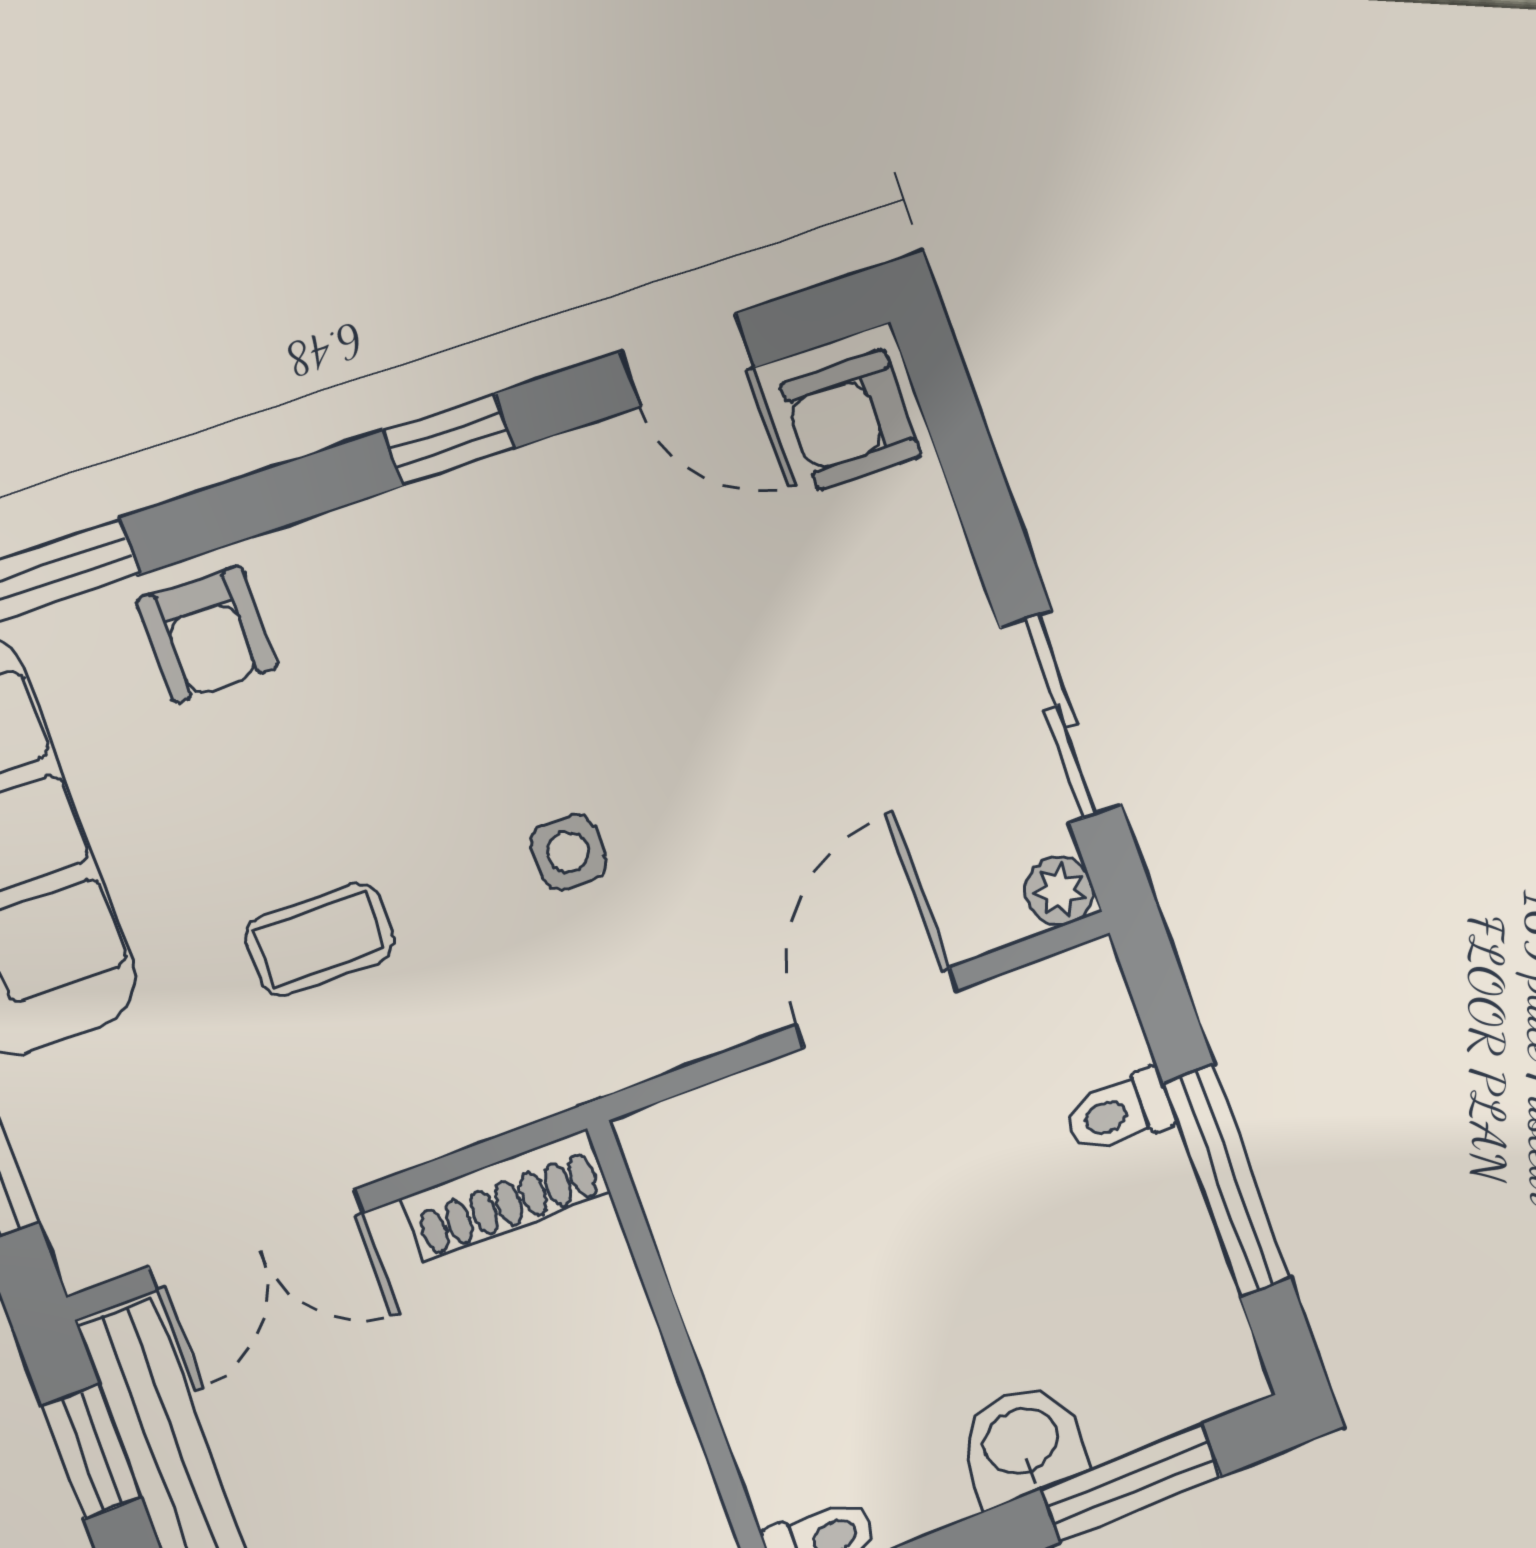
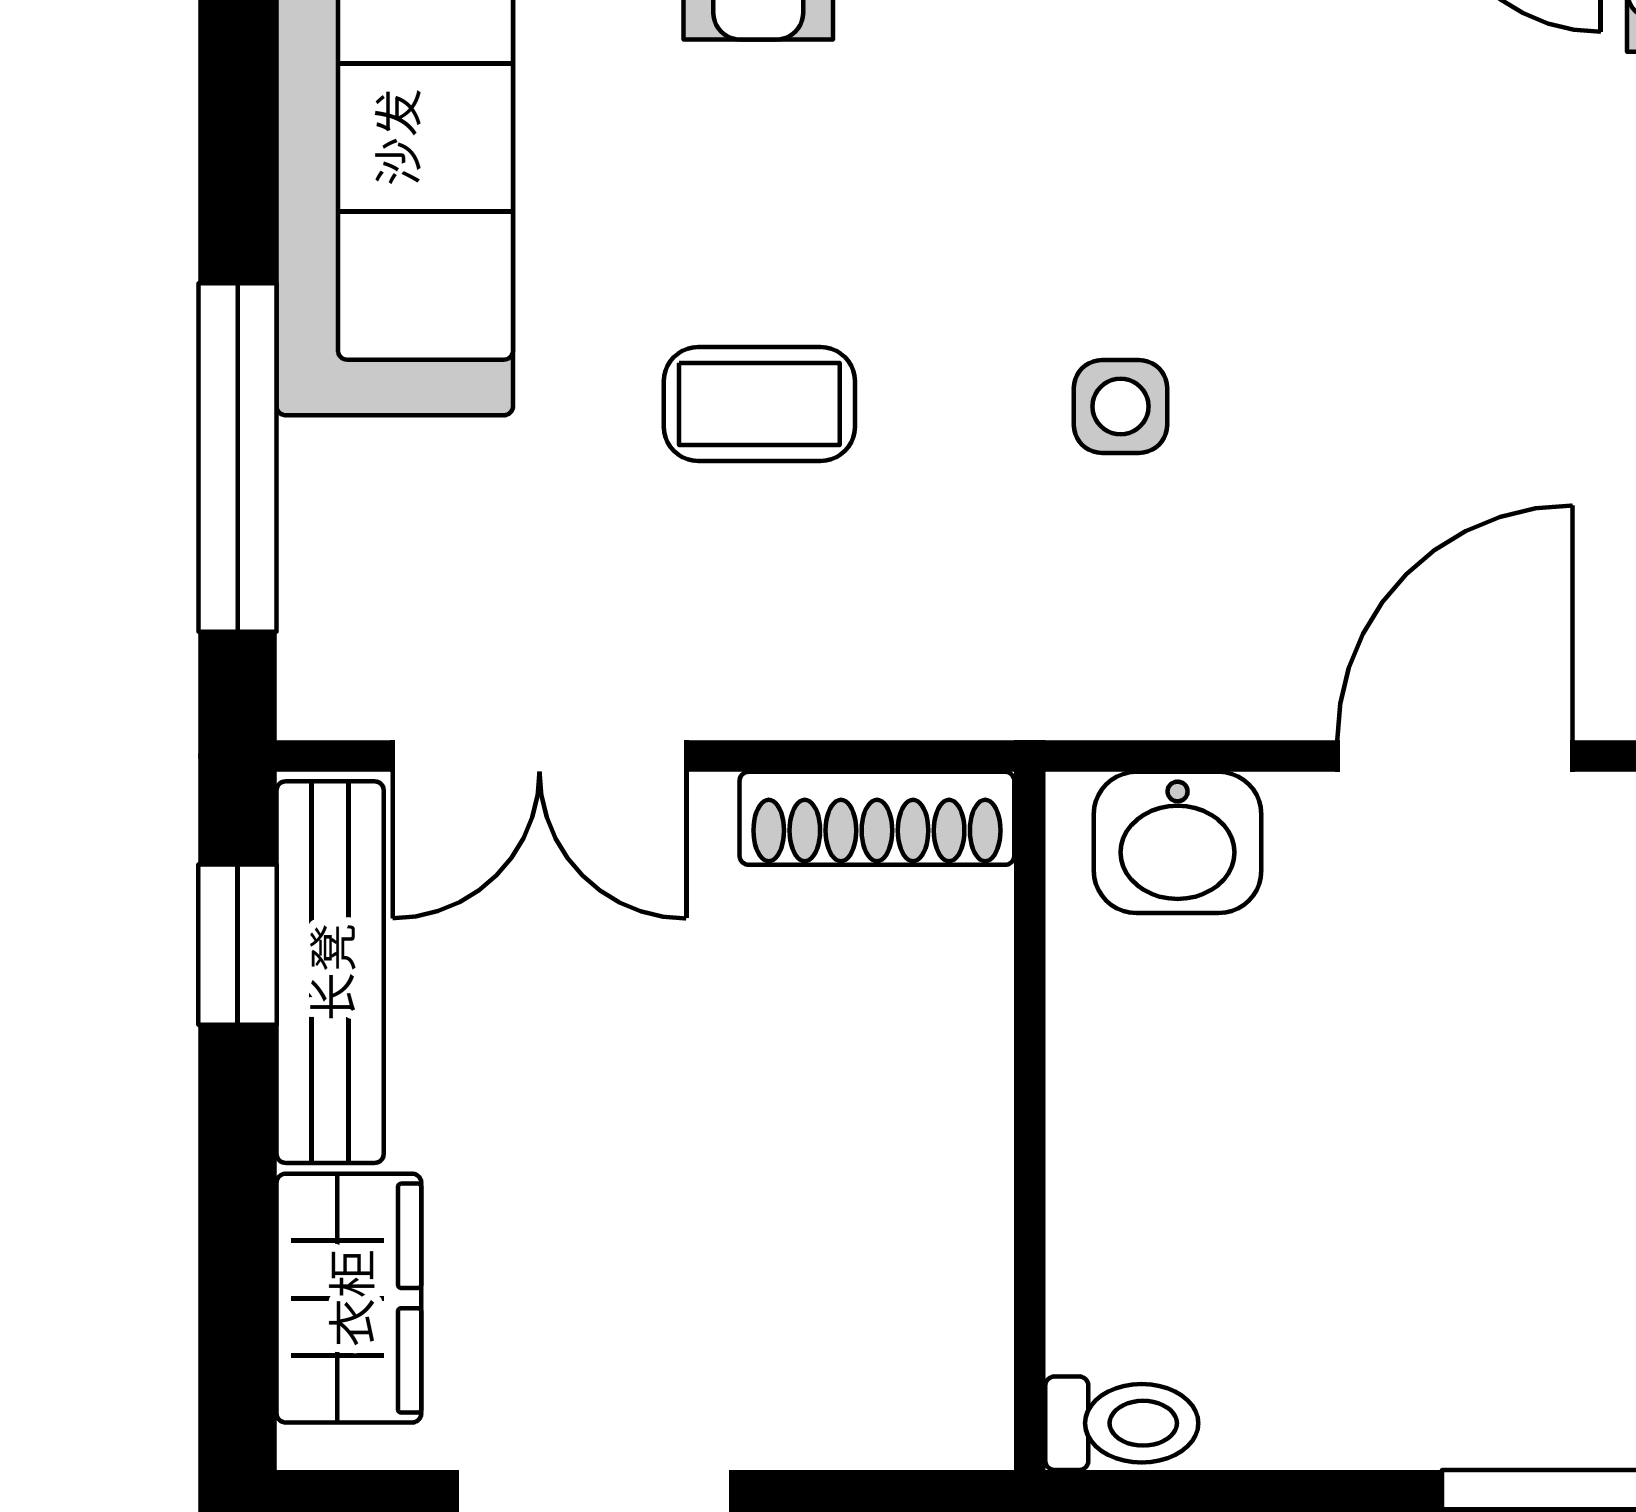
washbasin: (1021, 1443) -> (1178, 842), moved, turned 180

